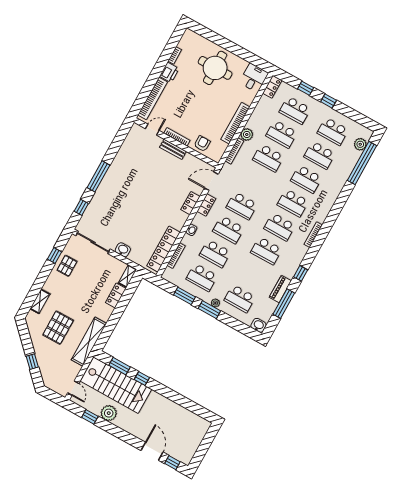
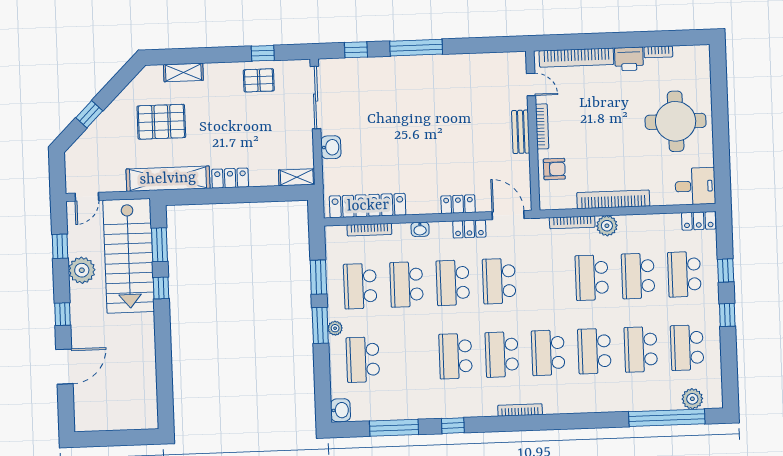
piano: (280, 289) -> (412, 410), removed
locker: (116, 296) -> (230, 178), moved
window: (172, 463) -> (62, 314), moved

